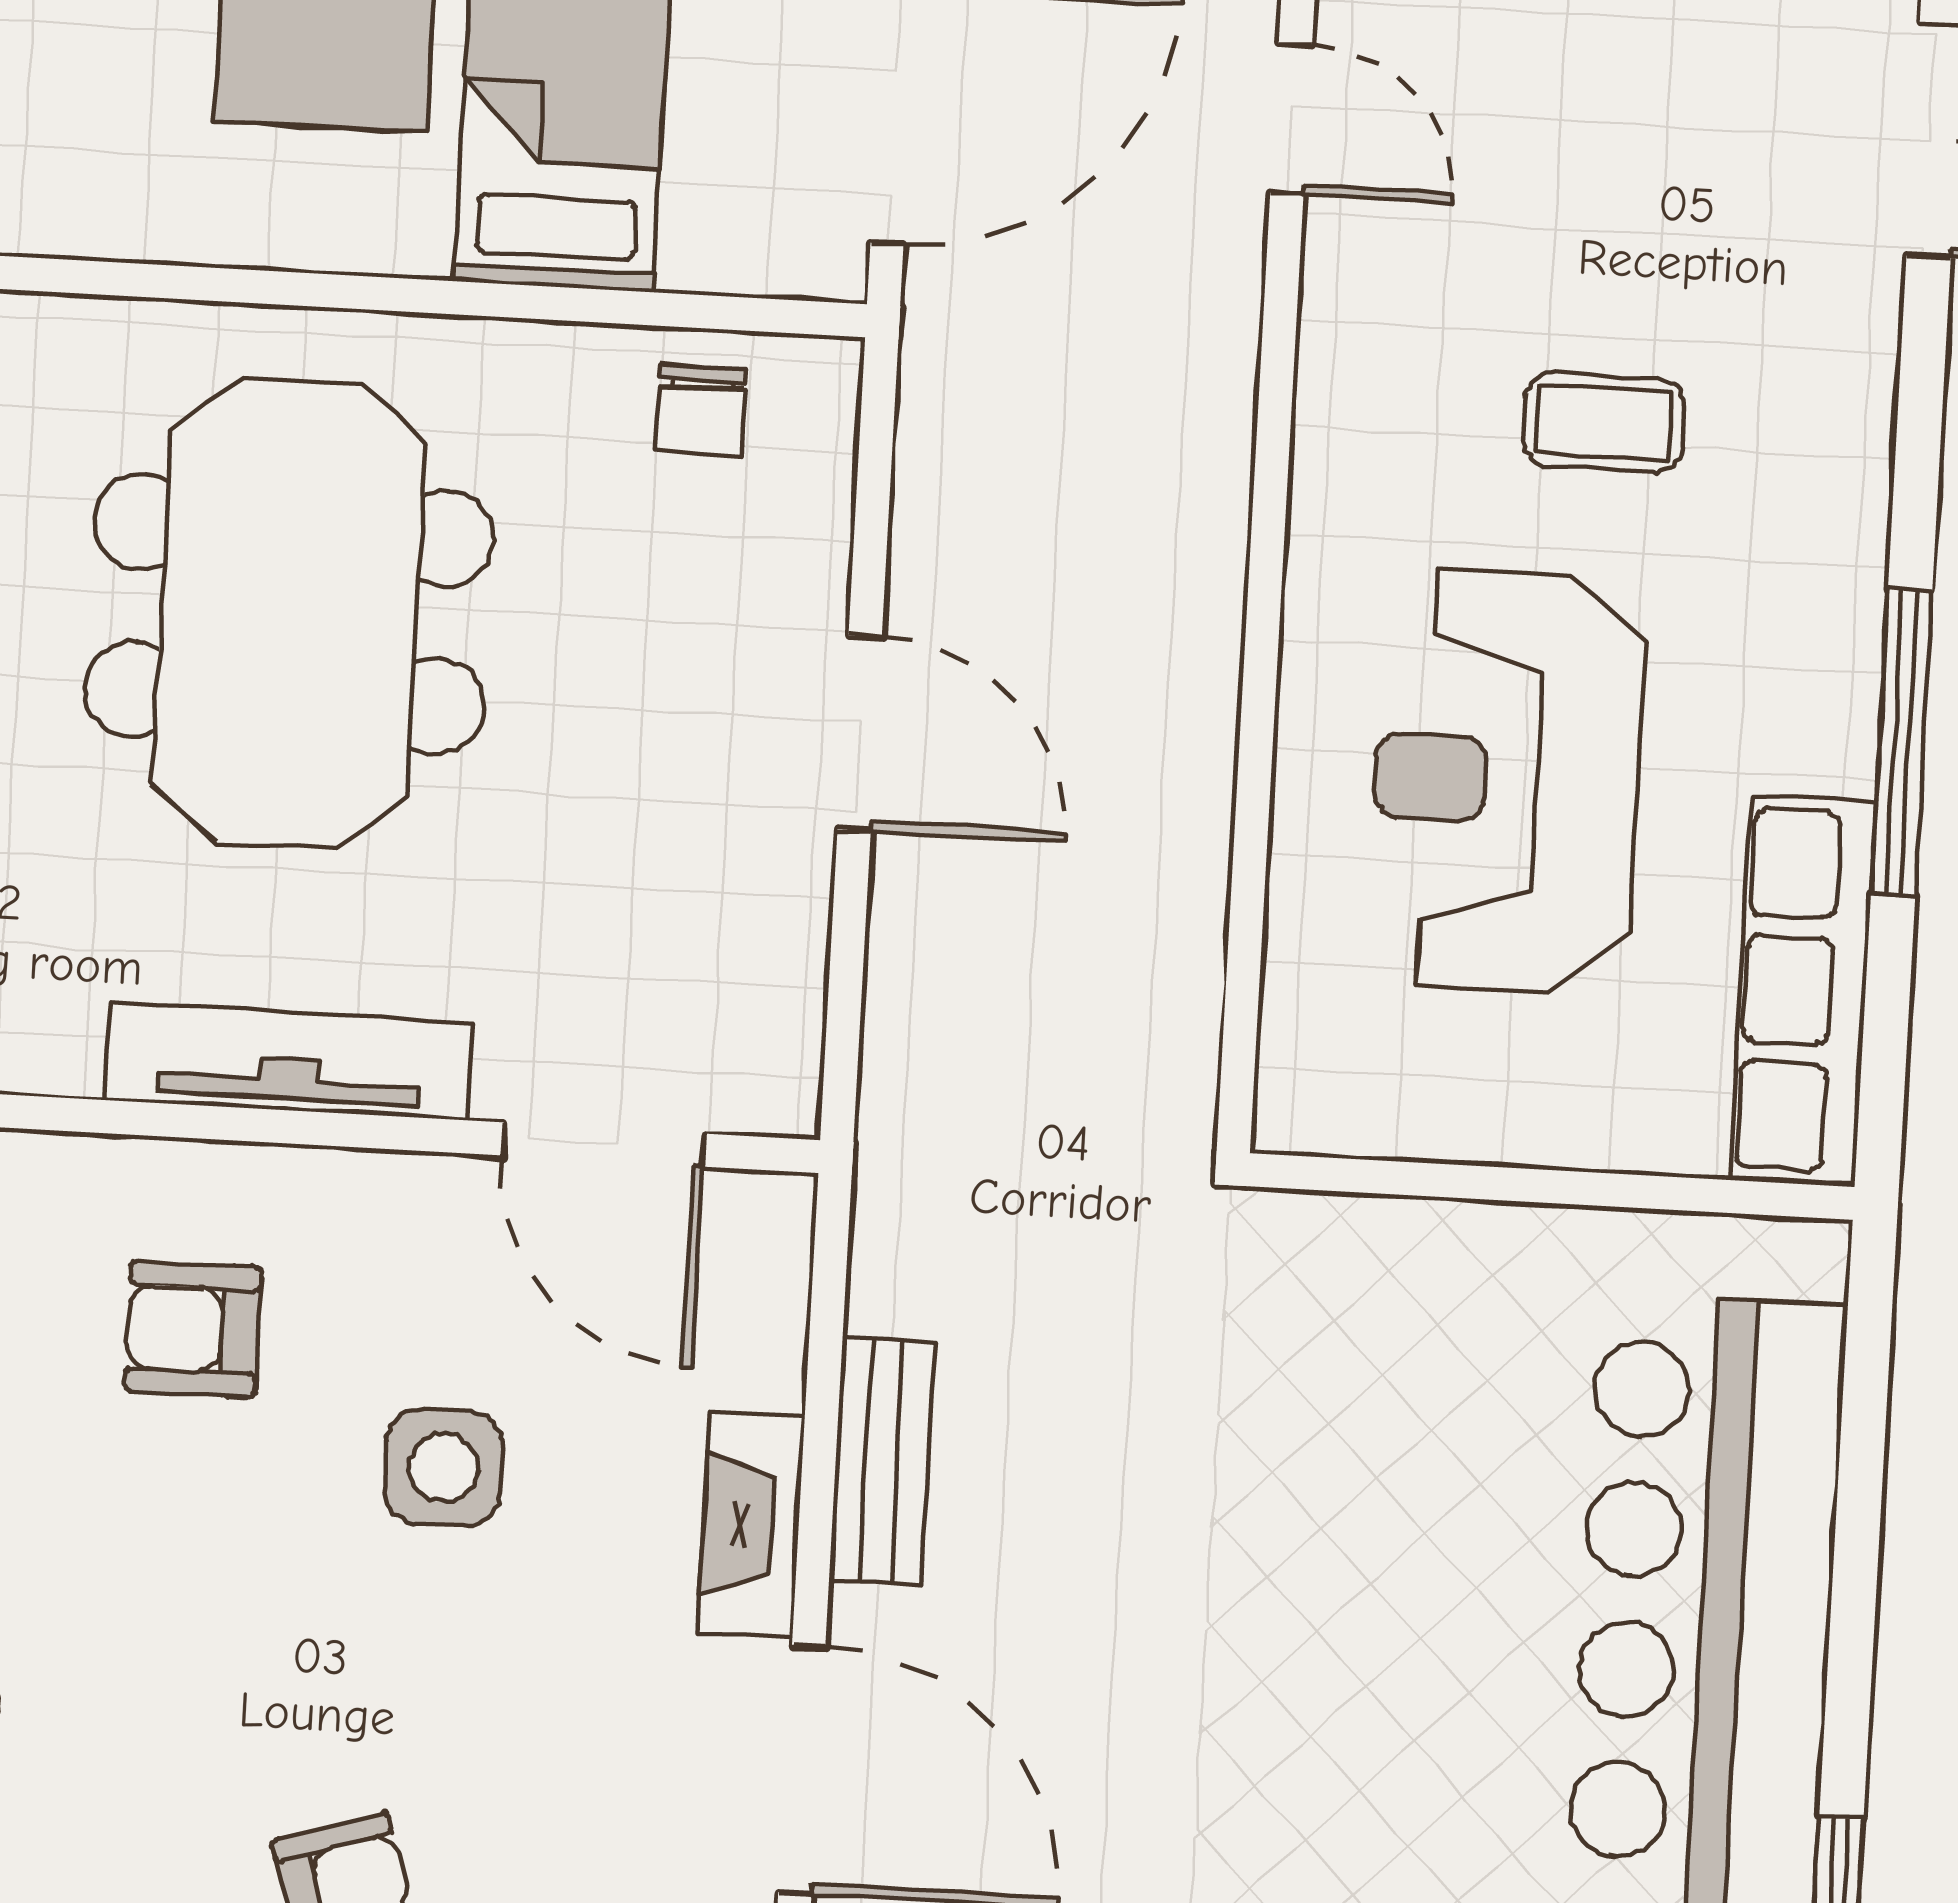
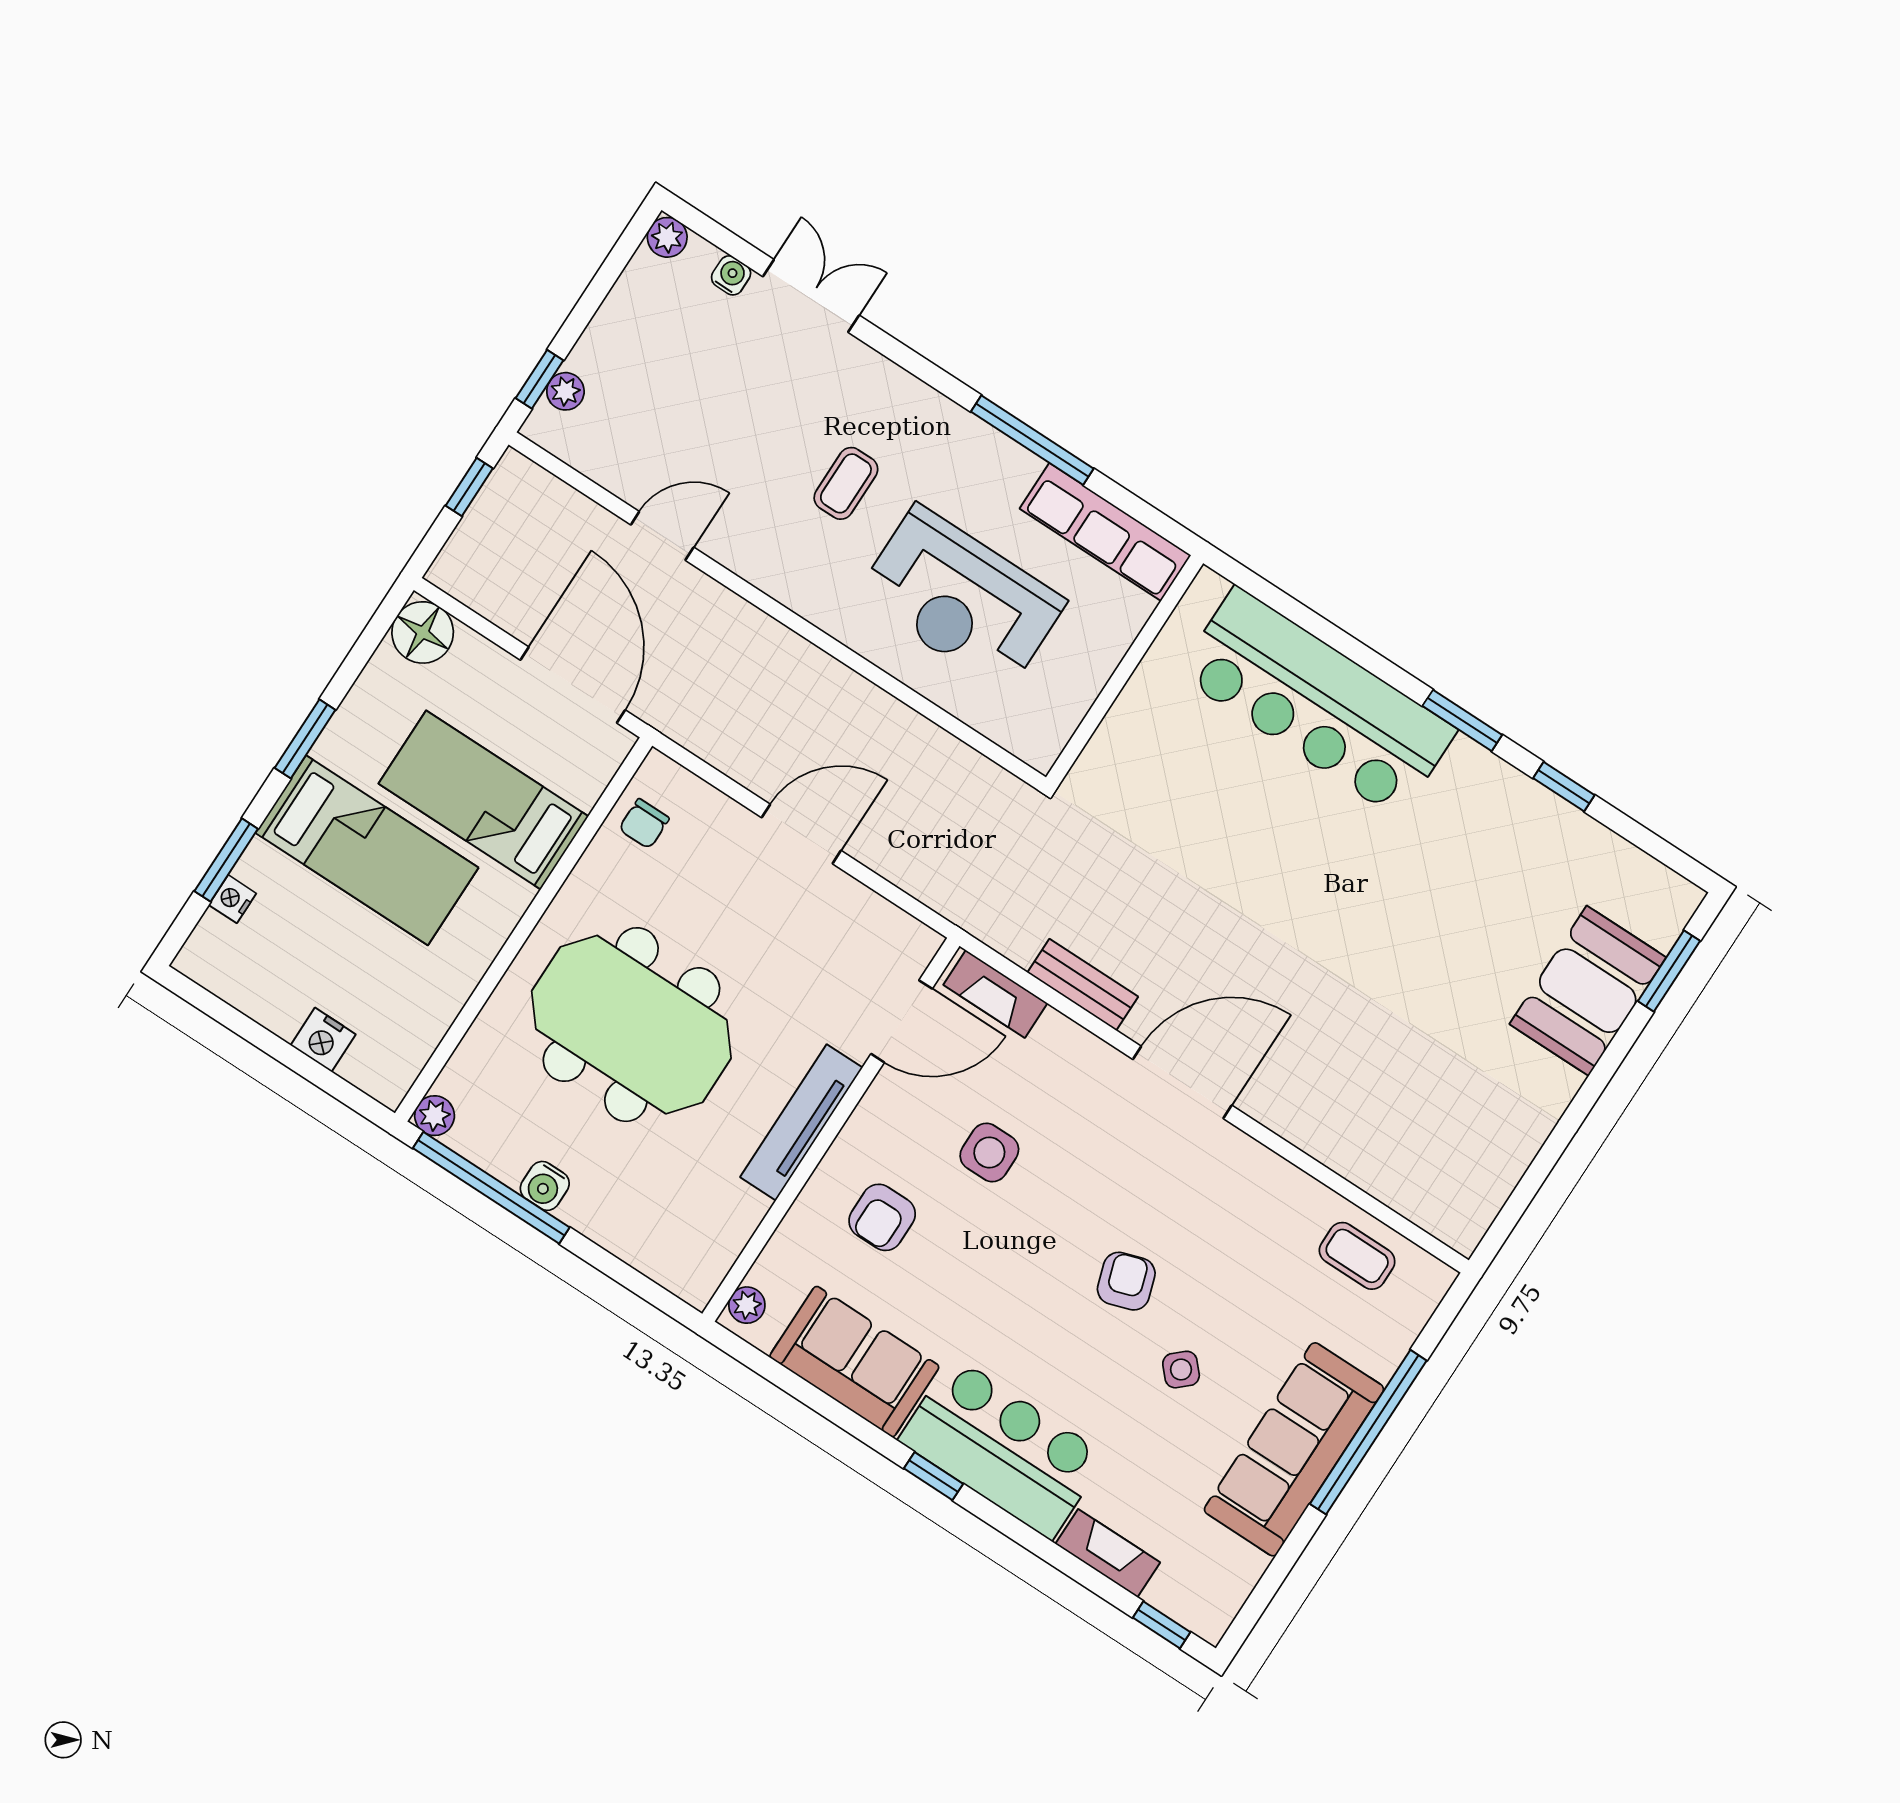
chair: (701, 410) -> (644, 824), turned 90
fireplace: (751, 1525) -> (995, 994), moved

